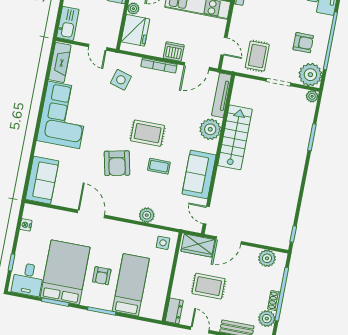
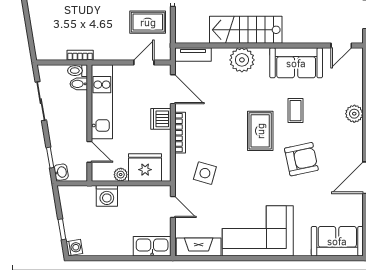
door: (98, 47) -> (173, 207), hinge flipped
tv unit: (222, 95) -> (193, 54), width x0.71

